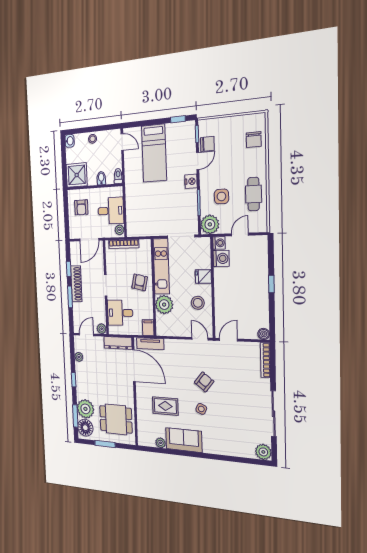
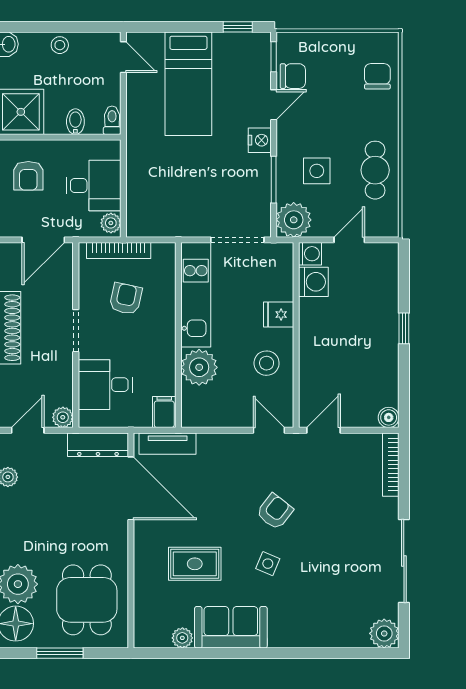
chair: (254, 140) -> (377, 76), turned 180
armchair: (140, 282) -> (126, 299), moved
dining table: (116, 419) -> (87, 600), turned 90

